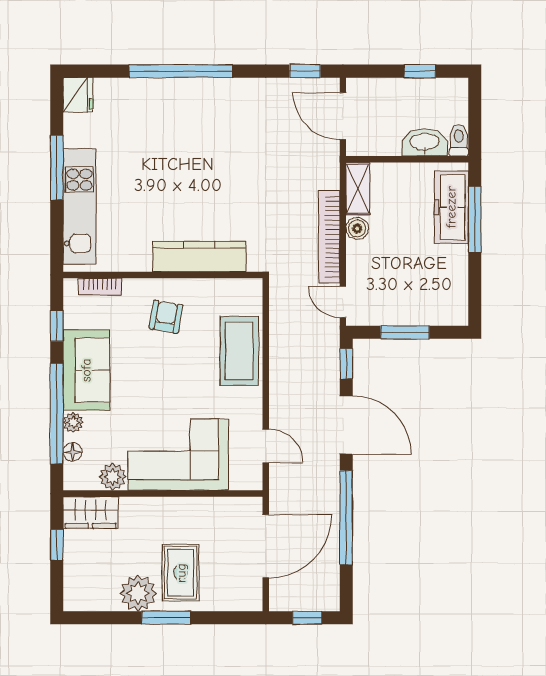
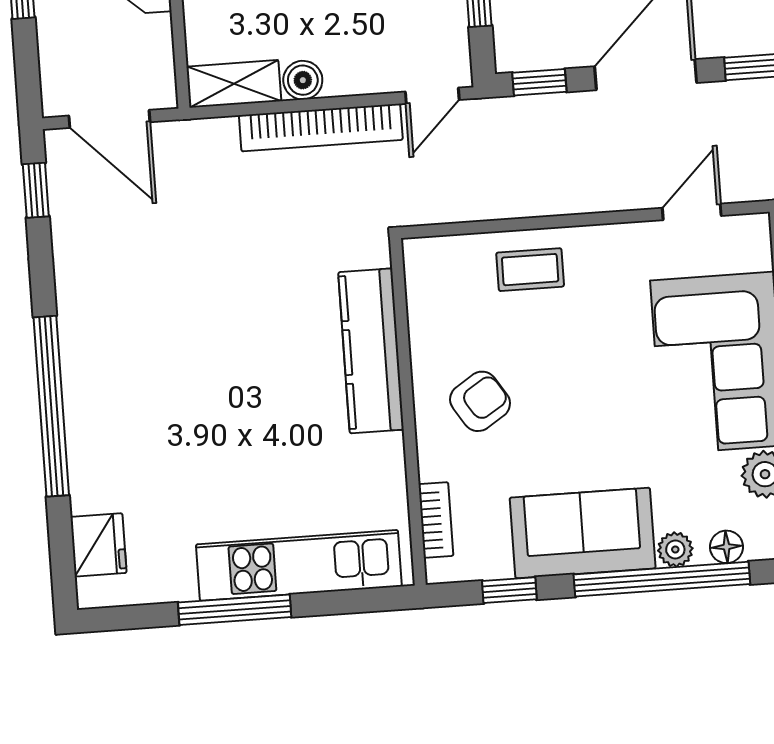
fridge: (78, 95) -> (98, 545), moved, turned 90
door: (343, 116) -> (109, 119), hinge flipped
armchair: (166, 317) -> (480, 401), turned 137
coffee table: (239, 351) -> (530, 270), width x0.54, depth x0.58

